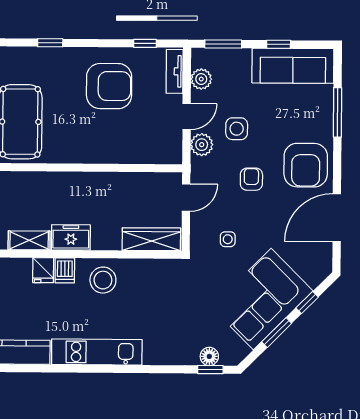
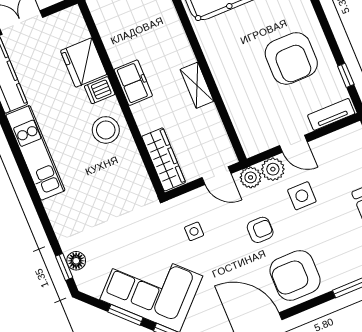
plant: (201, 79) -> (251, 177), moved
shelving: (29, 240) -> (197, 85), moved
fridge: (43, 270) -> (84, 63), width x1.88, depth x1.34

